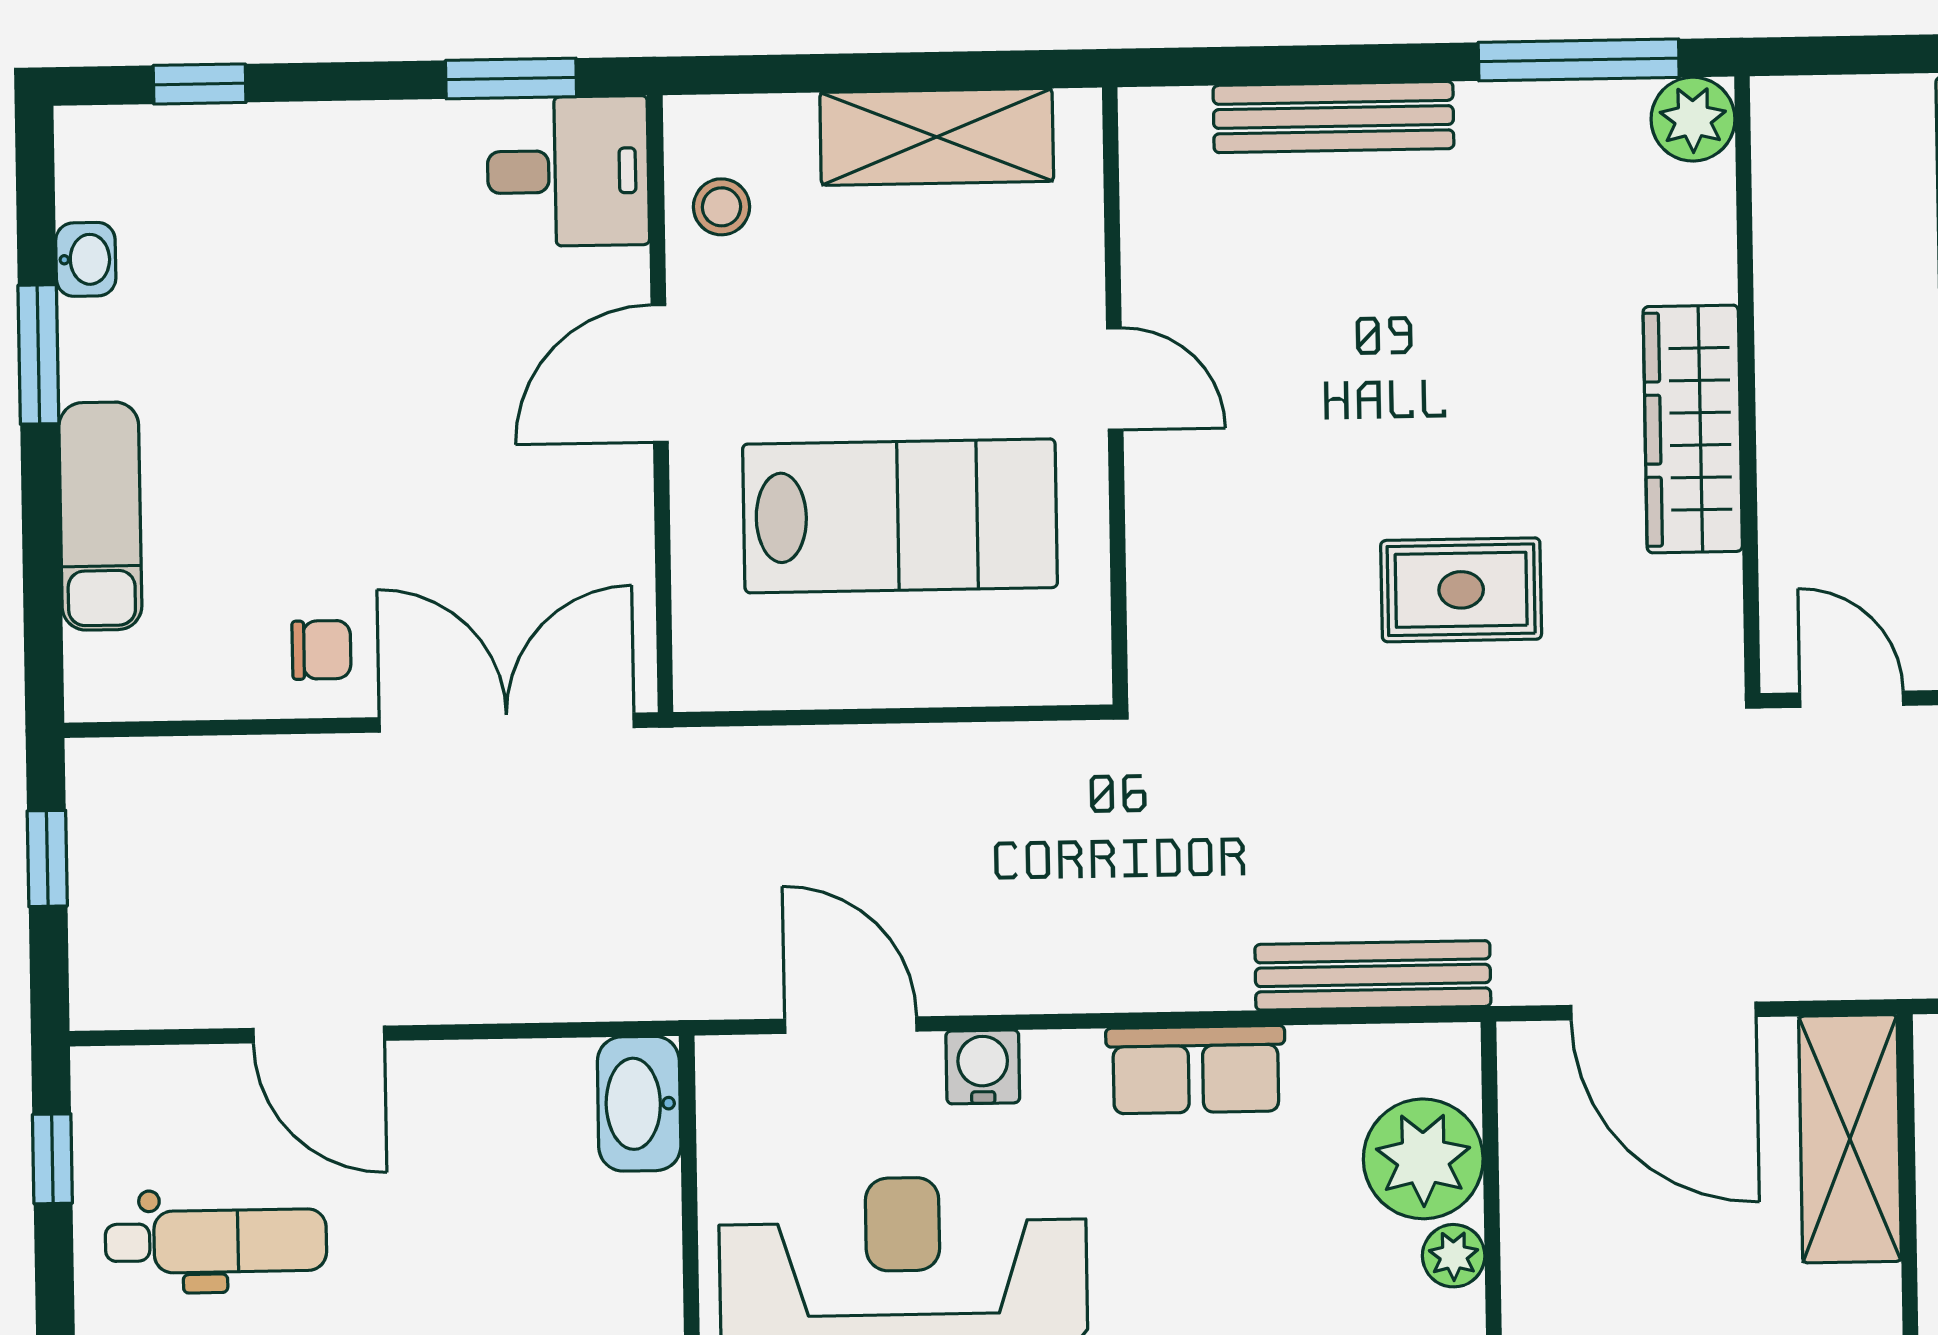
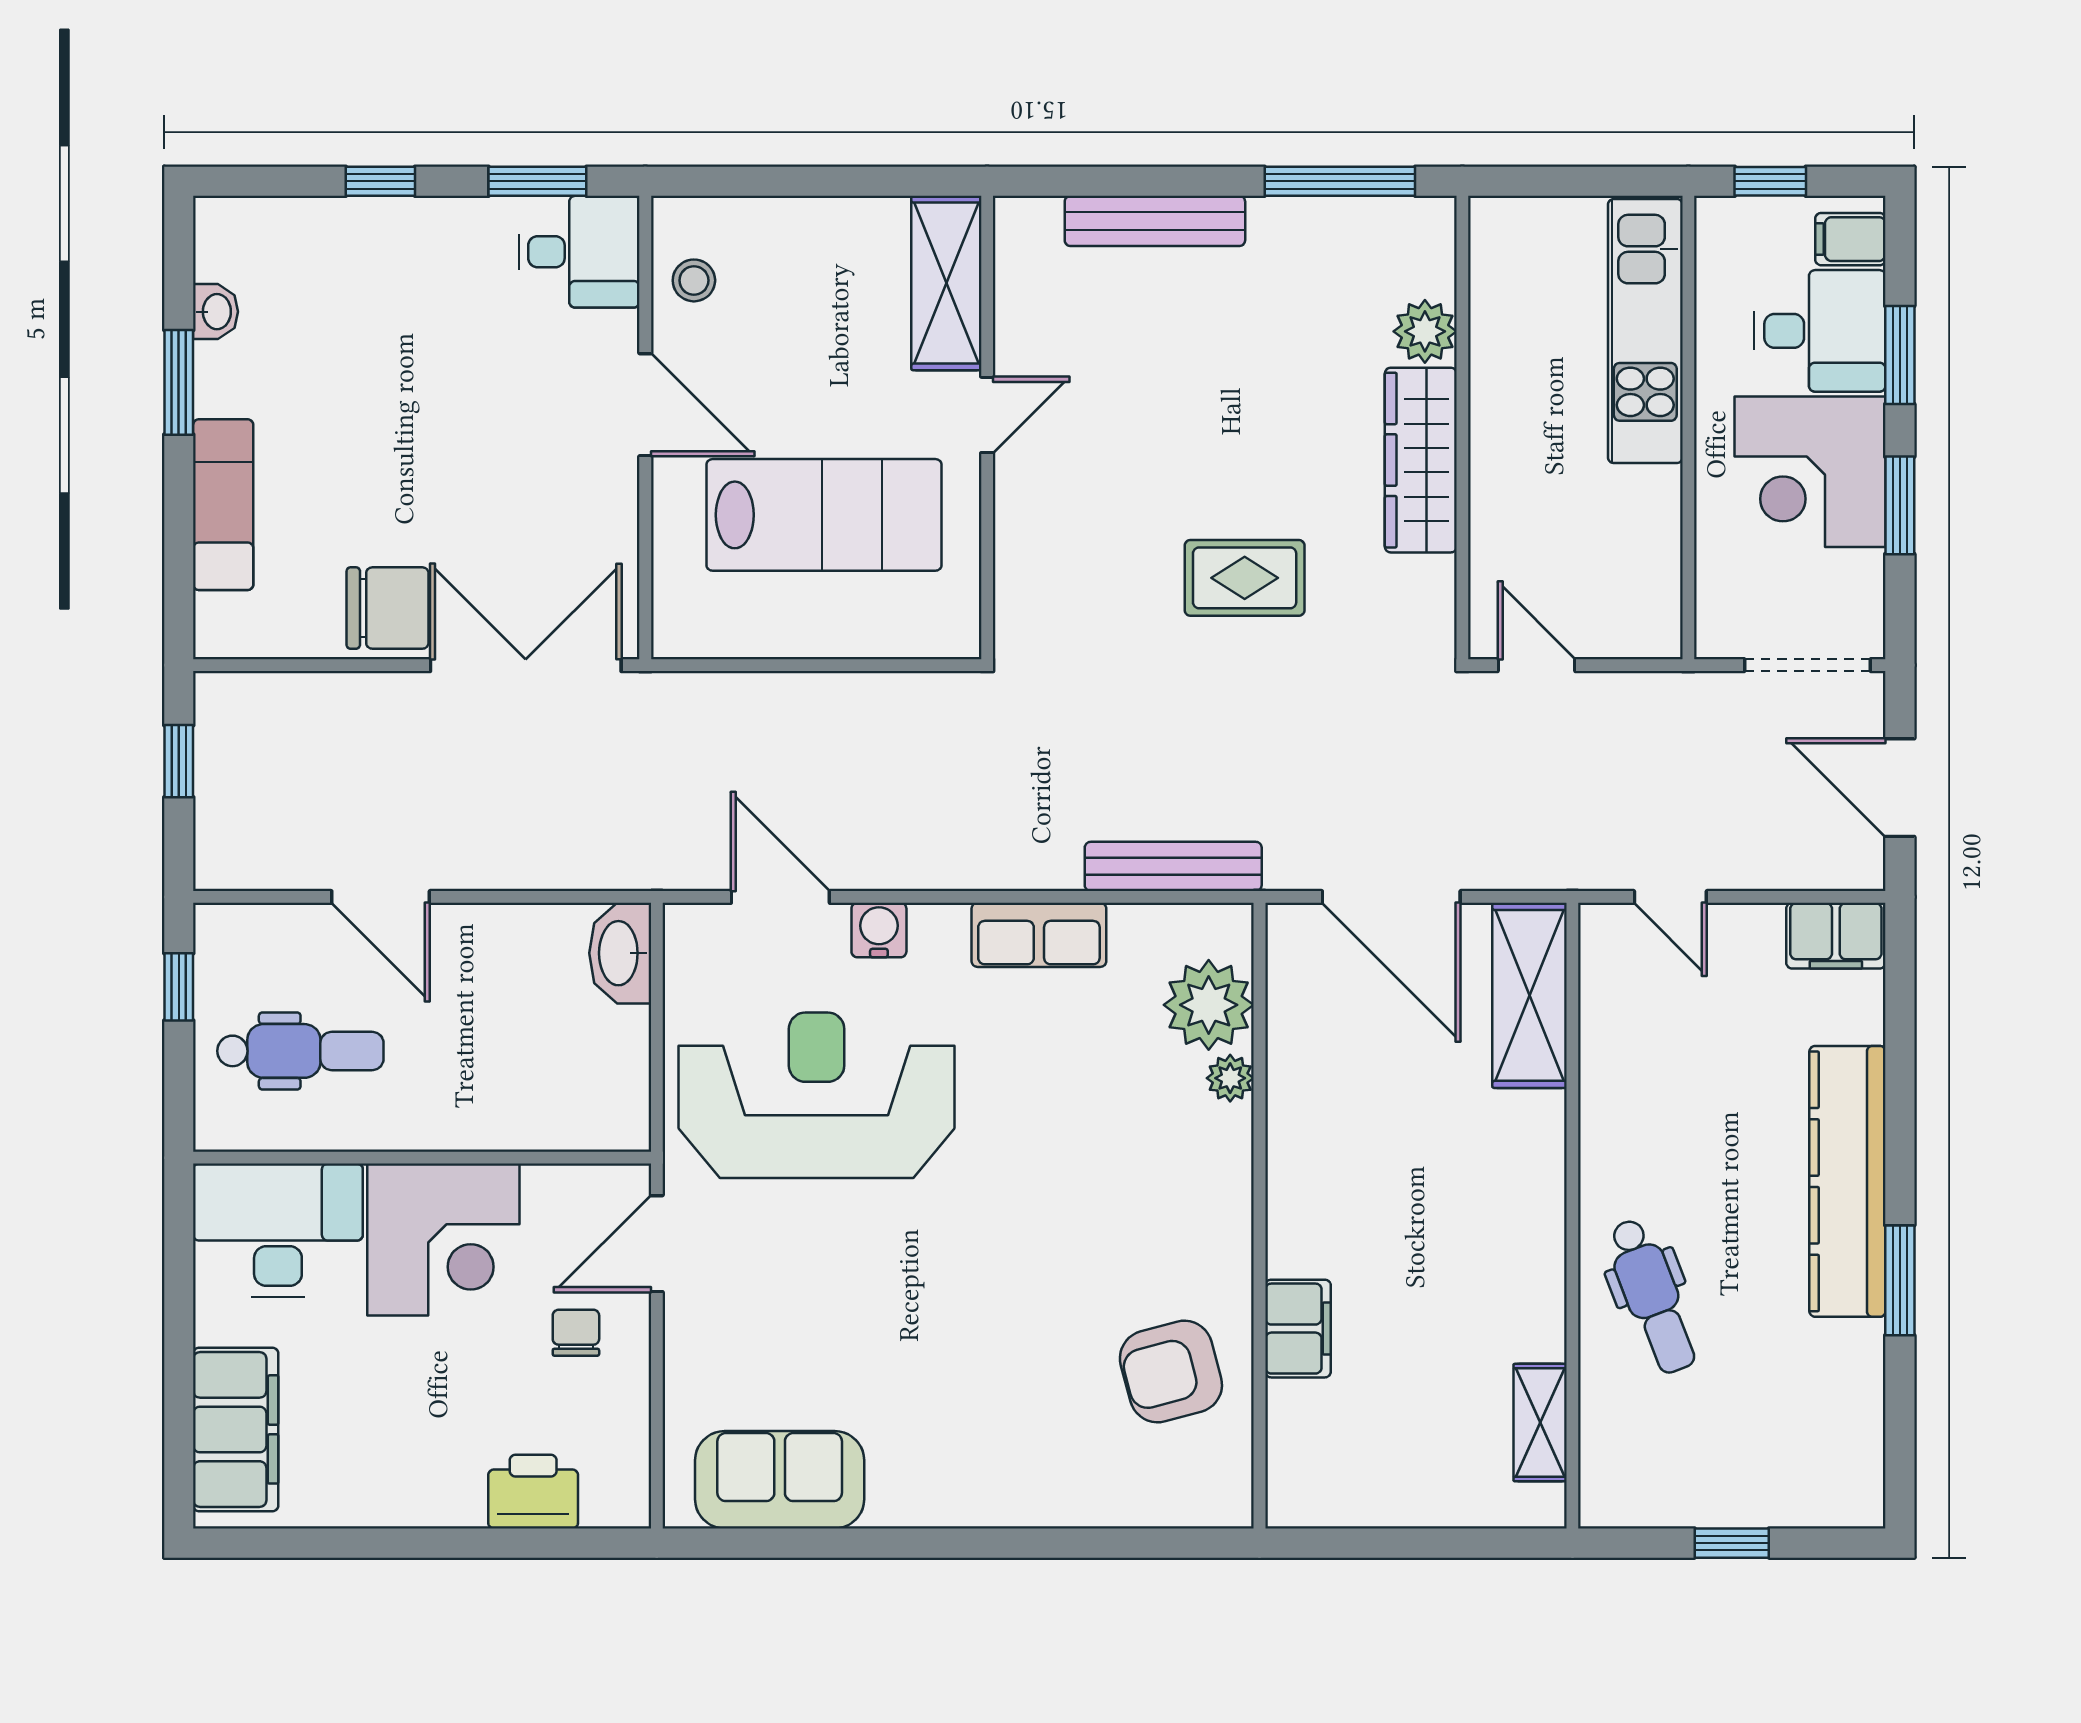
window: (200, 84) -> (380, 181), moved
plant: (1693, 119) -> (1425, 331), moved
shelving: (937, 137) -> (946, 283), moved, turned 90
door: (660, 373) -> (645, 405), swing flipped
door: (1115, 379) -> (987, 415), hinge flipped
chair: (321, 650) -> (388, 608), width x1.87, depth x1.87

